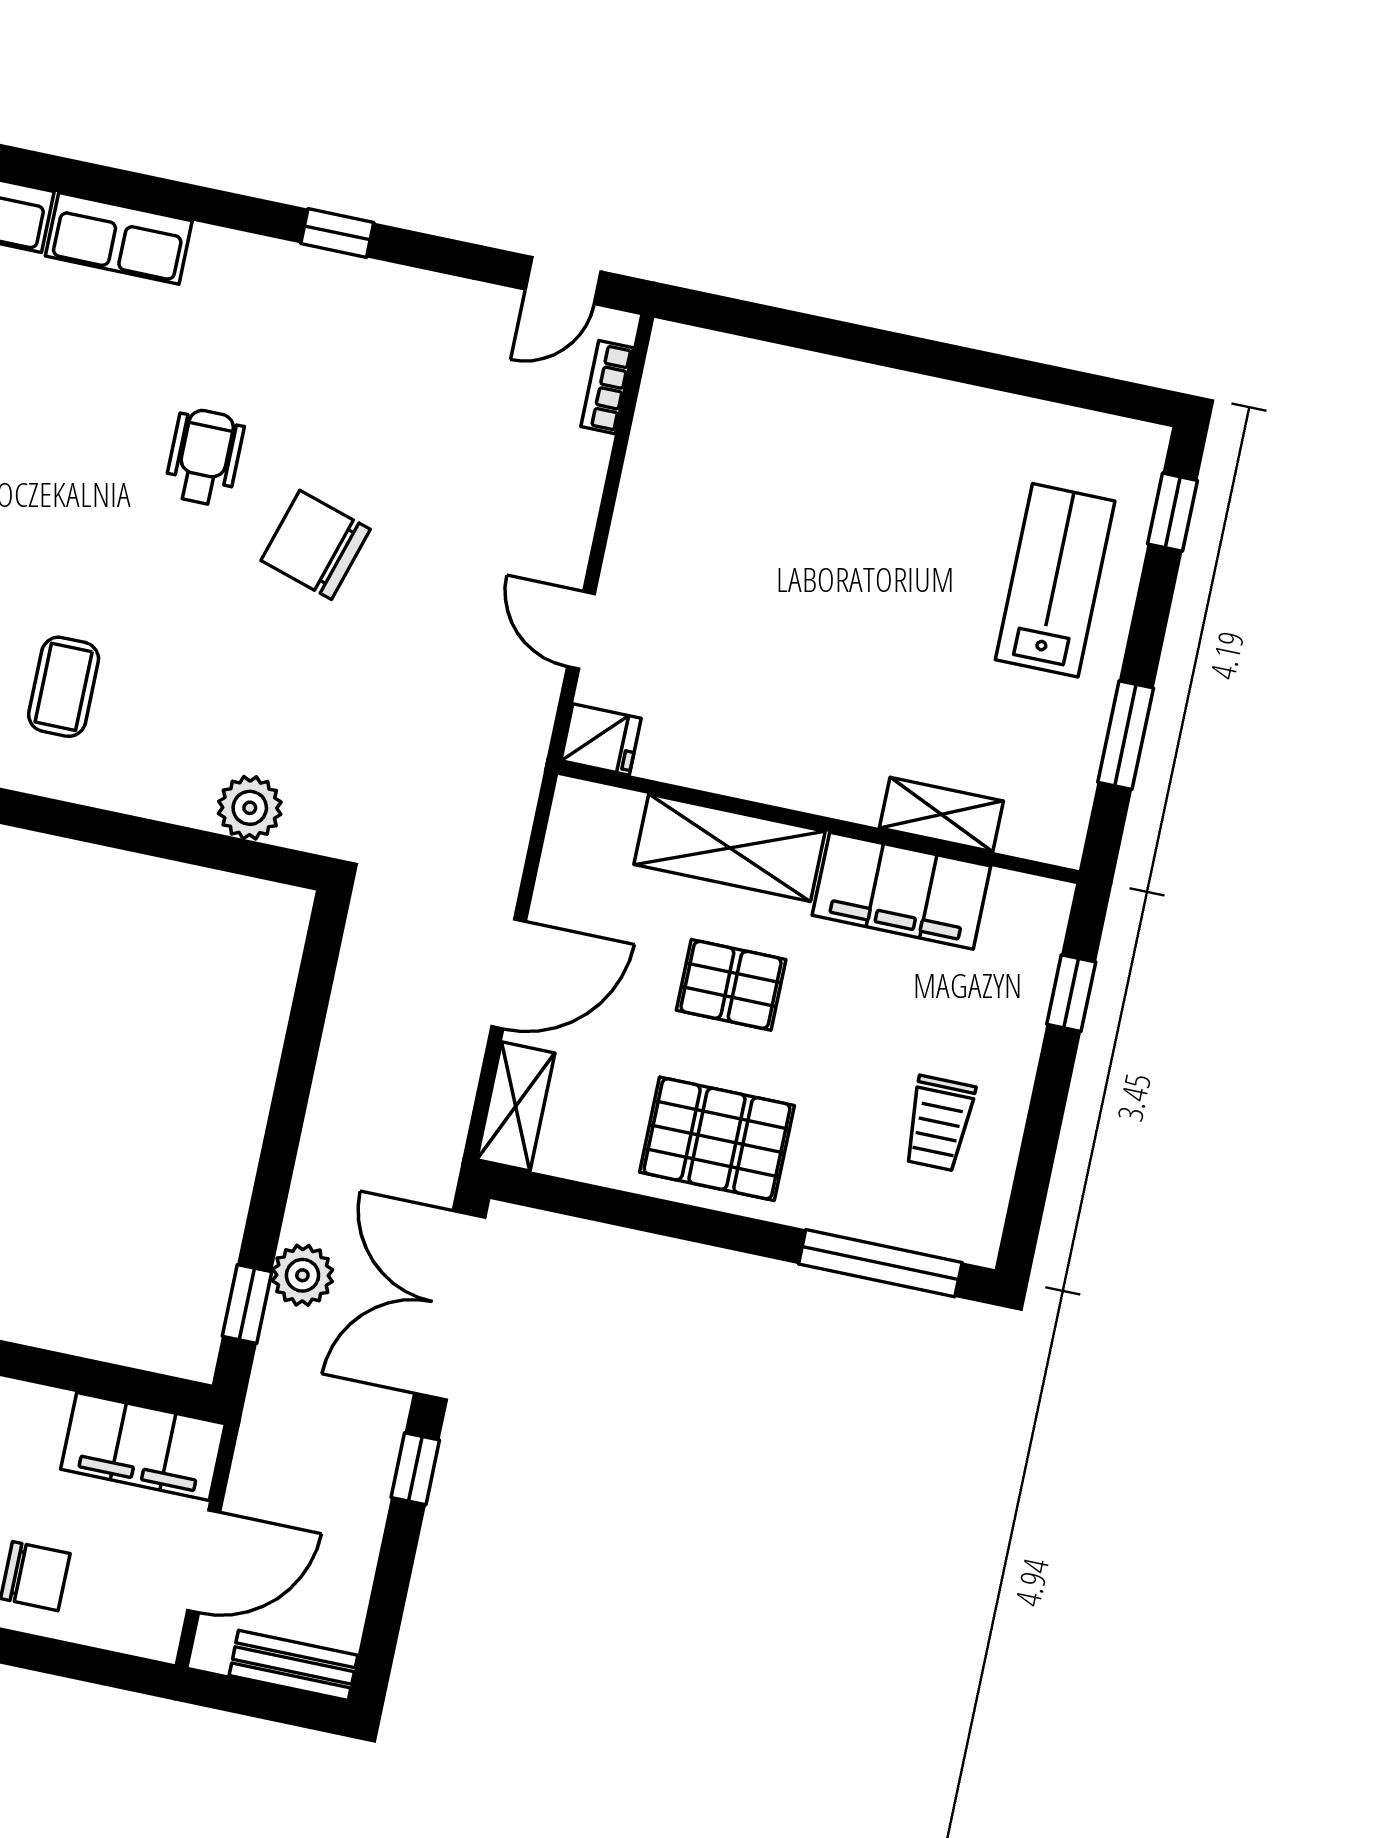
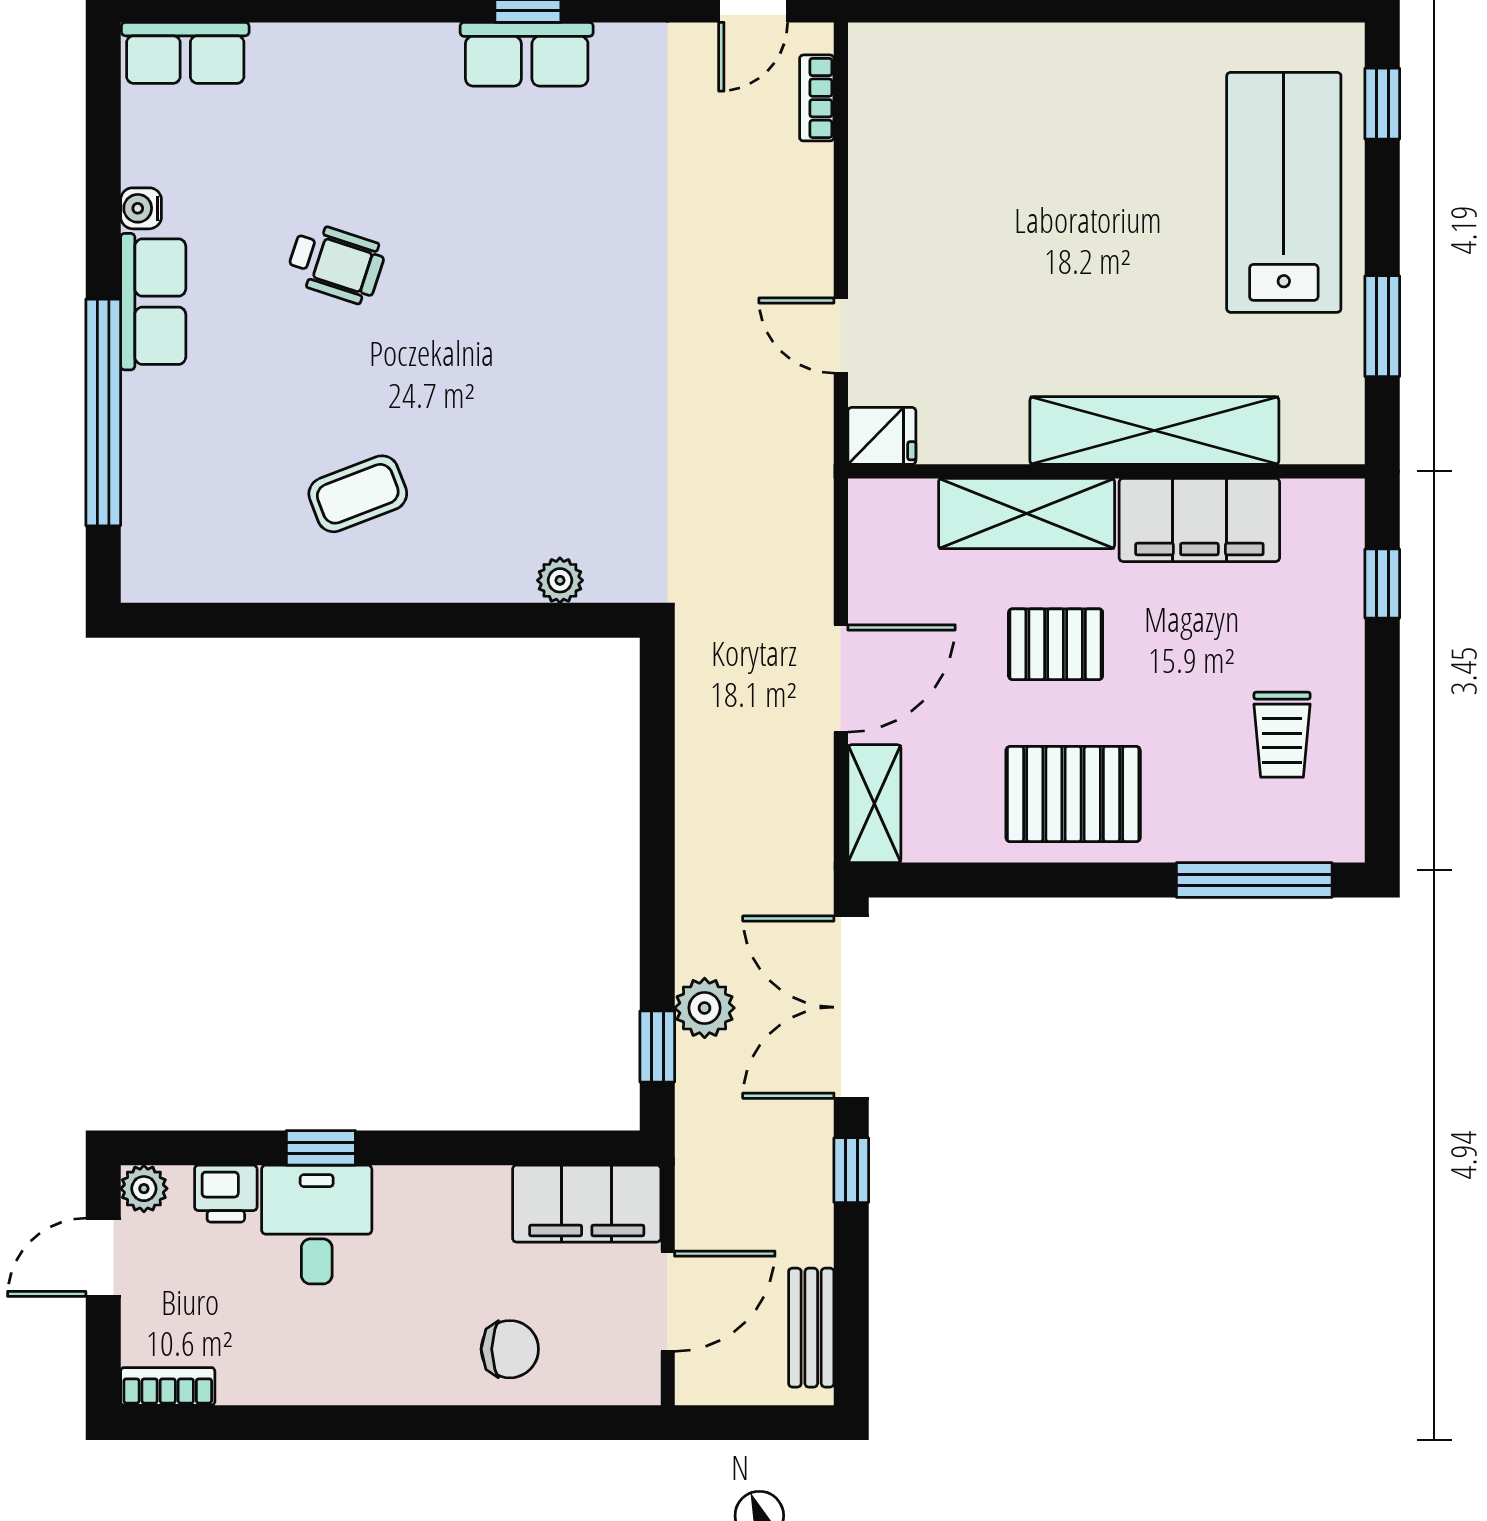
row of seats: (119, 238) -> (527, 54), moved
wheelchair: (204, 457) -> (336, 263), moved, turned 108
chair: (316, 545) -> (570, 307), removed
lab bench: (1055, 580) -> (1284, 192), width x1.36, depth x1.39
coffee table: (64, 687) -> (358, 494), turned 69
plant: (250, 808) -> (560, 580), width x0.73, depth x0.73
shelving: (941, 814) -> (1154, 431), width x2.20, depth x1.33
bench: (293, 1665) -> (811, 1328), moved, turned 90

